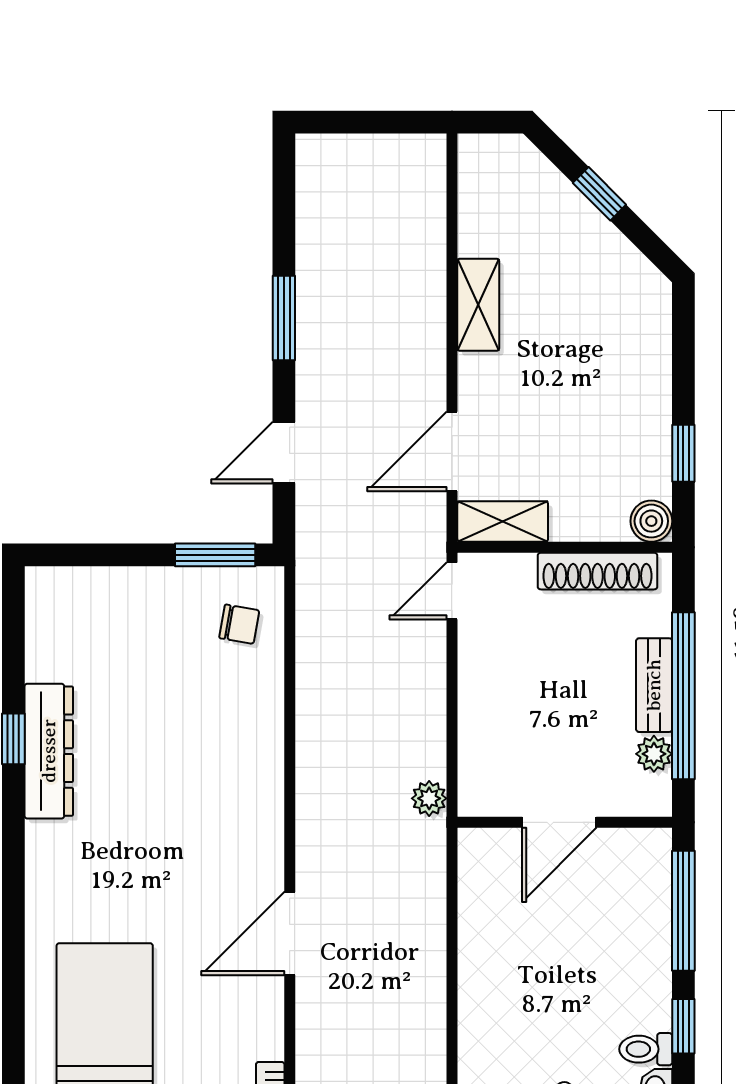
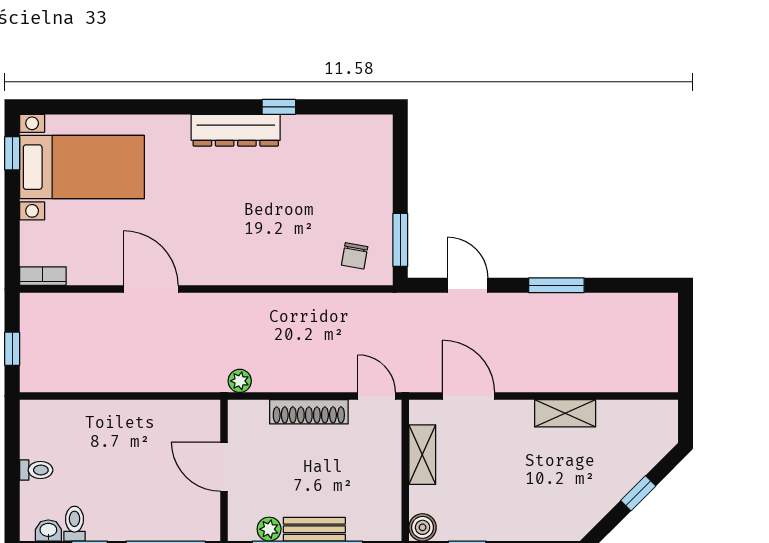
shelving: (503, 521) -> (422, 455), moved
shoe rack: (598, 571) -> (309, 412), moved, turned -90
dresser: (49, 751) -> (236, 130), moved

